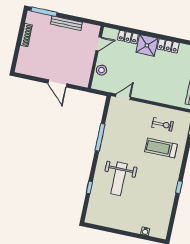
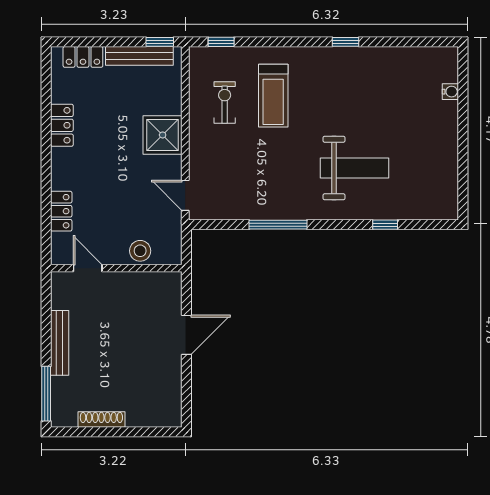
shower: (147, 45) -> (163, 135), moved

